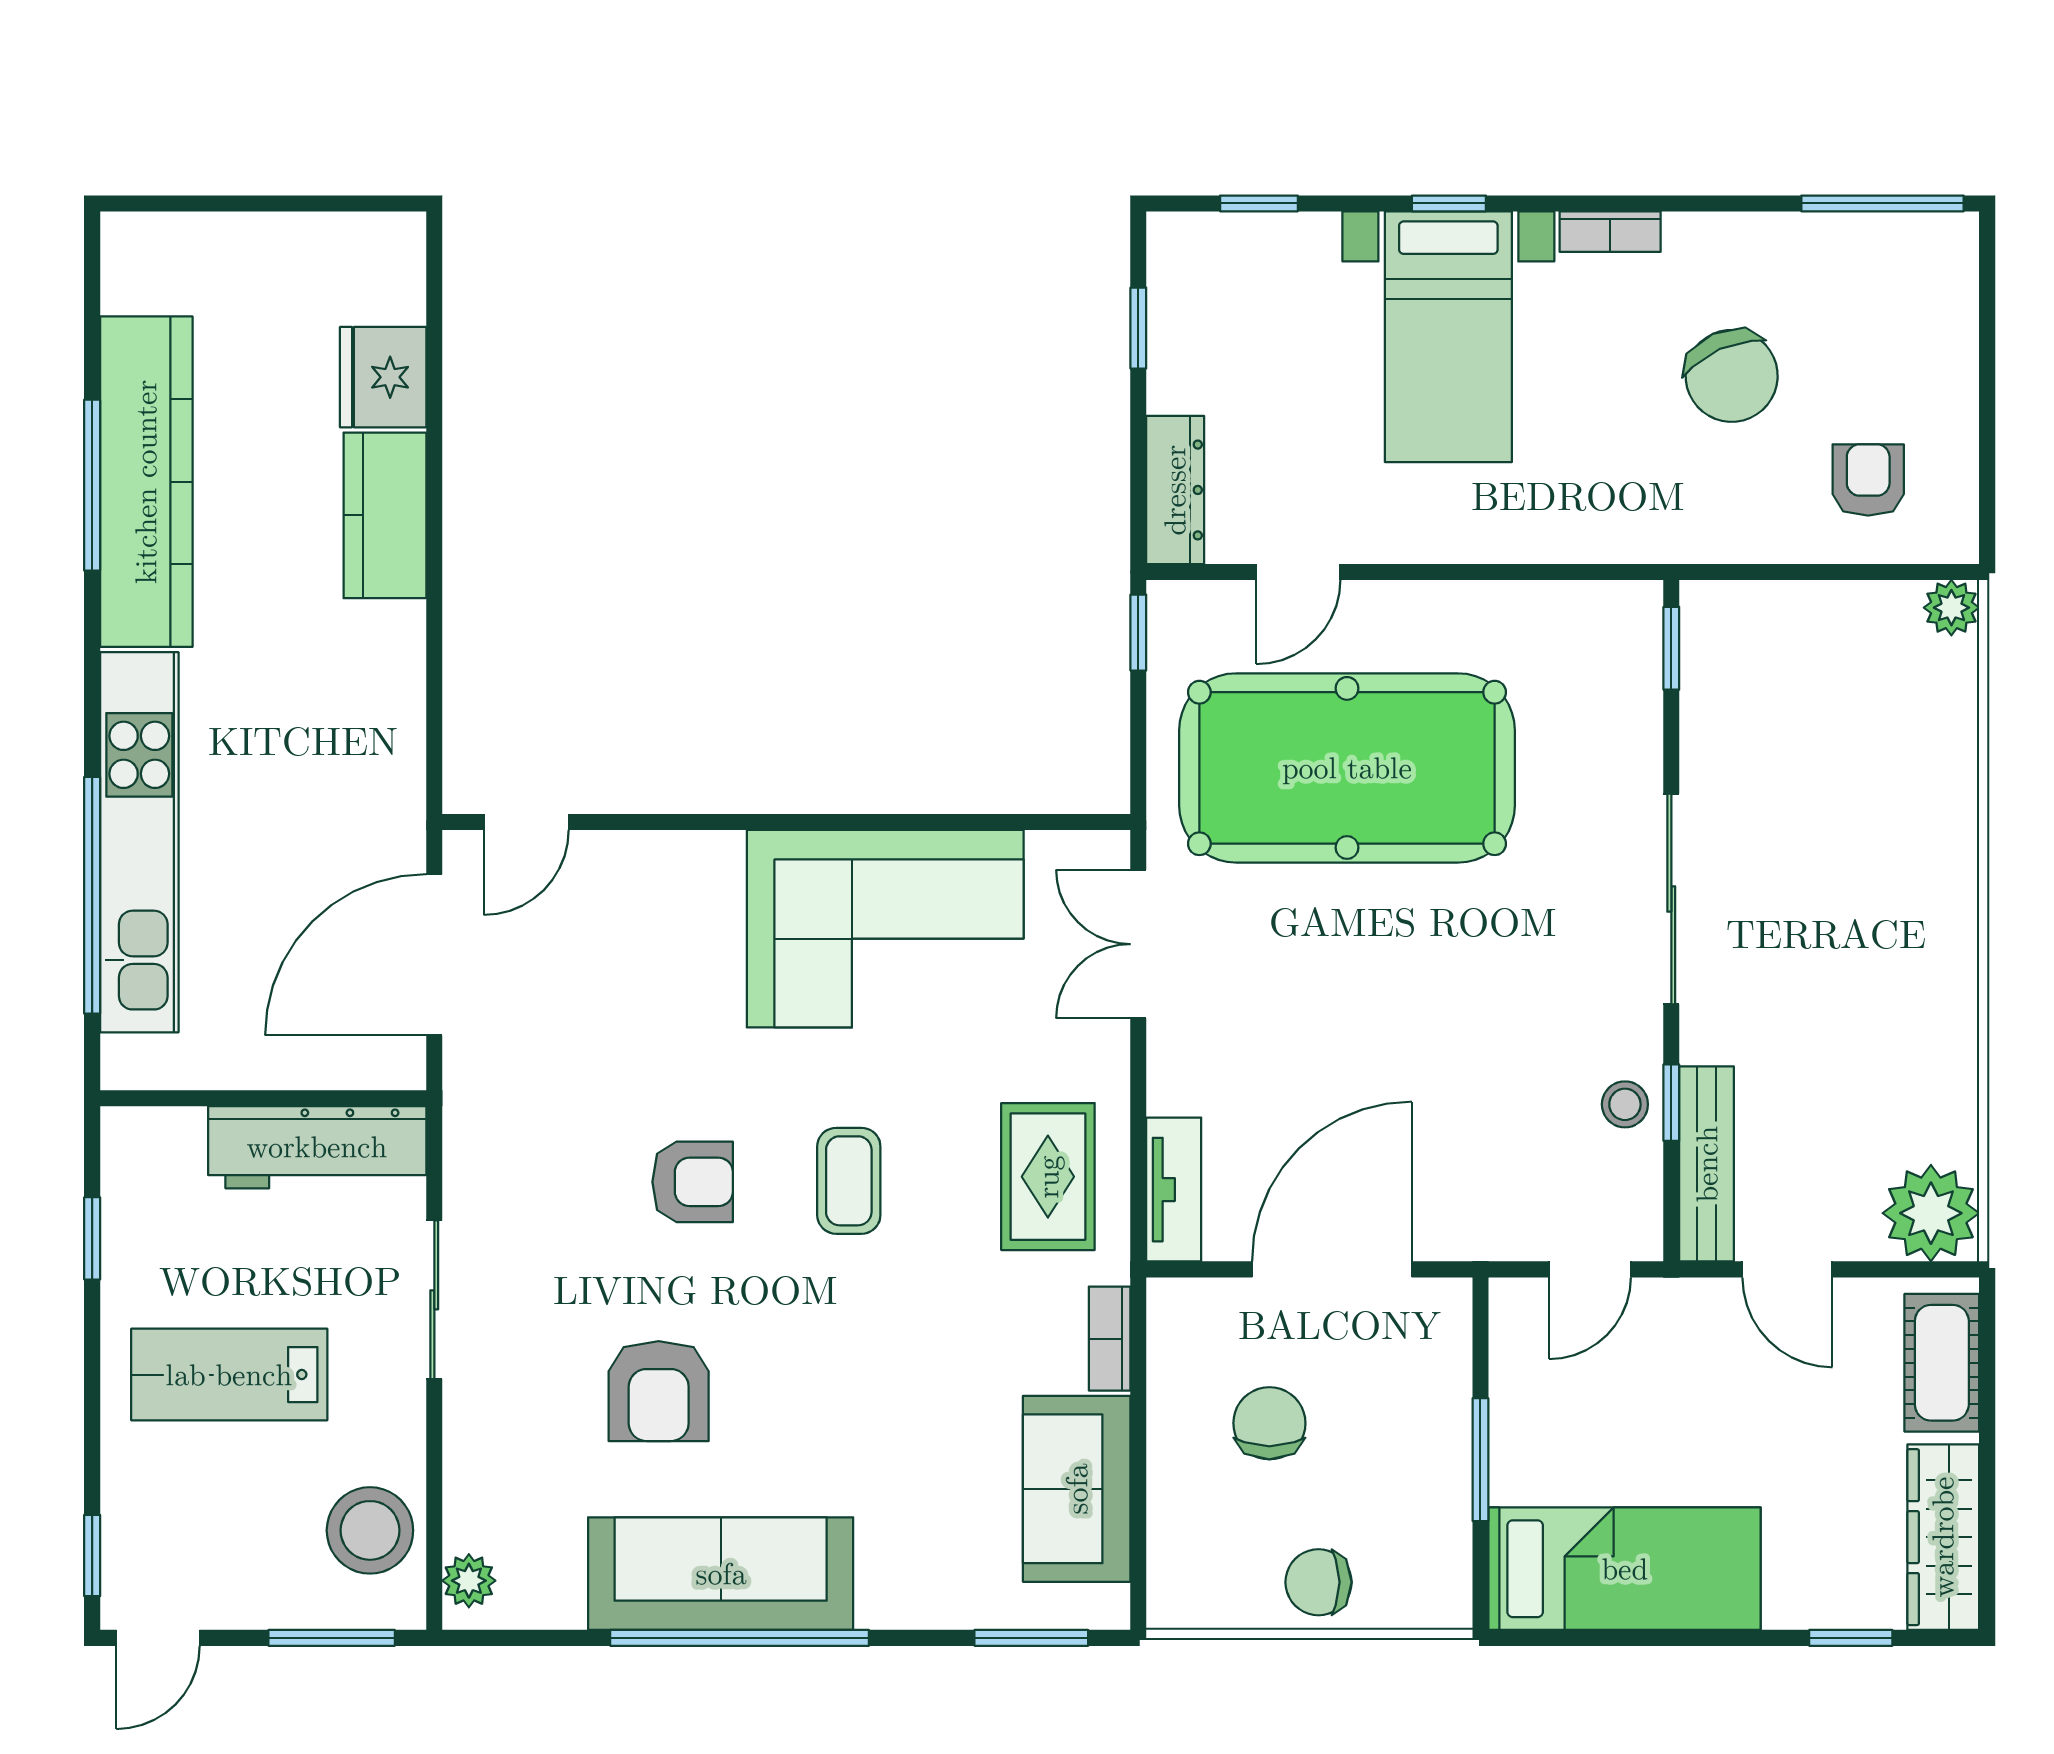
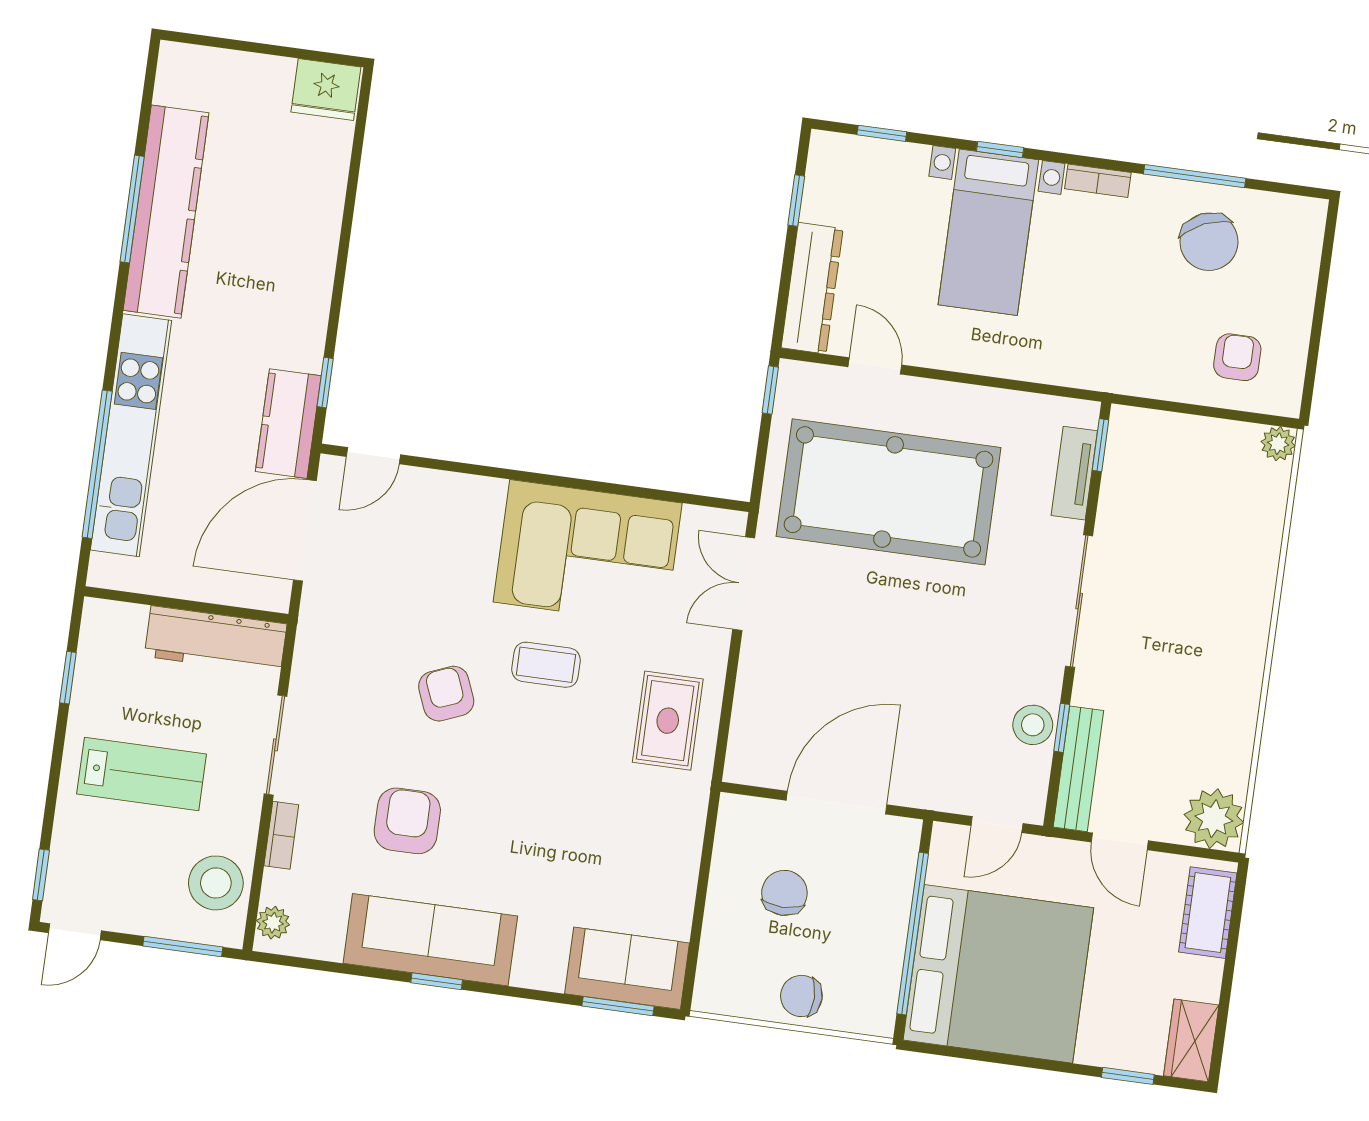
window: (1882, 203) -> (1195, 176), moved
chair: (1732, 376) -> (1209, 242), moved
fridge: (383, 377) -> (326, 90), moved, turned -90
dresser: (1175, 490) -> (812, 288), width x1.37, depth x1.24
kitchen counter: (385, 515) -> (288, 424), moved
door: (1298, 572) -> (875, 366), swing flipped
window: (434, 717) -> (325, 383), added
stool: (1625, 1104) -> (1033, 725), width x1.37, depth x1.37
coffee table: (849, 1181) -> (546, 665), moved, turned 90
armchair: (693, 1182) -> (446, 694), turned -112
tv unit: (1174, 1190) -> (1074, 473), moved, turned 180
bookcase: (1110, 1339) -> (281, 835), moved, turned 180
lab bench: (229, 1375) -> (142, 774), turned 180
armchair: (659, 1391) -> (407, 821), turned 180
window: (1480, 1460) -> (913, 934), width x2.11
sofa: (1077, 1489) -> (627, 968), moved, turned 90
wardrobe: (1943, 1537) -> (1191, 1040), width x0.67
bed: (1625, 1569) -> (998, 974), width x2.04
window: (740, 1638) -> (437, 981), width x0.32

